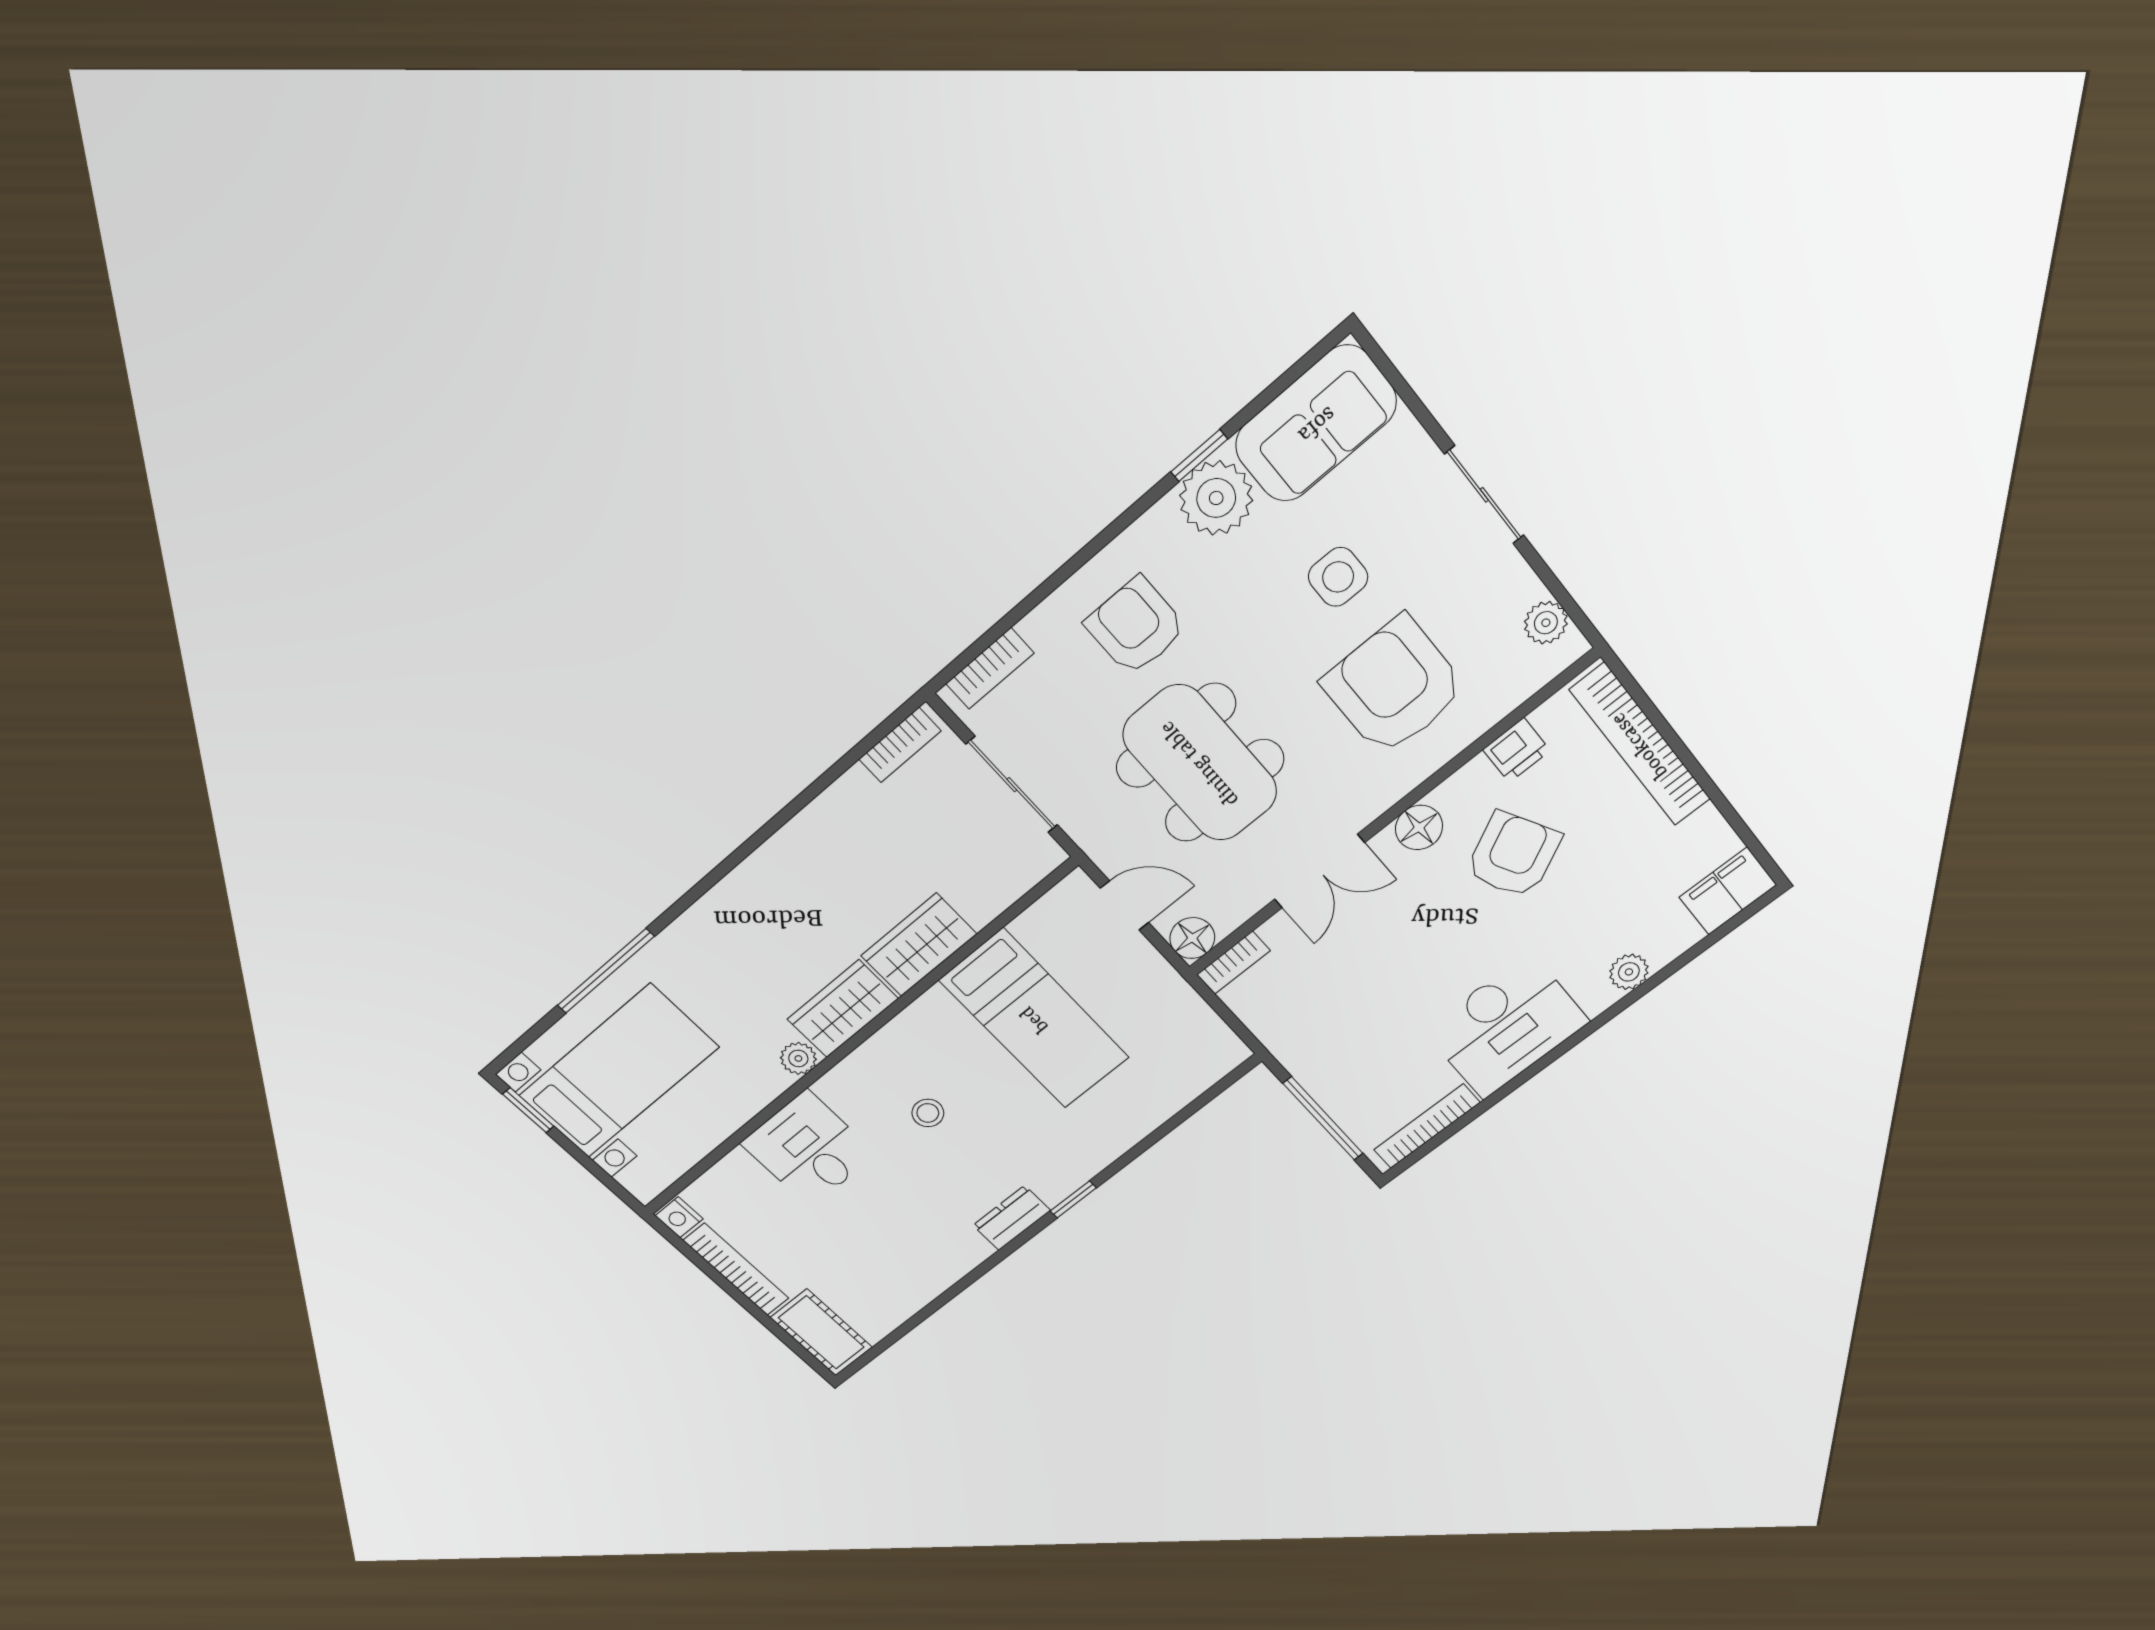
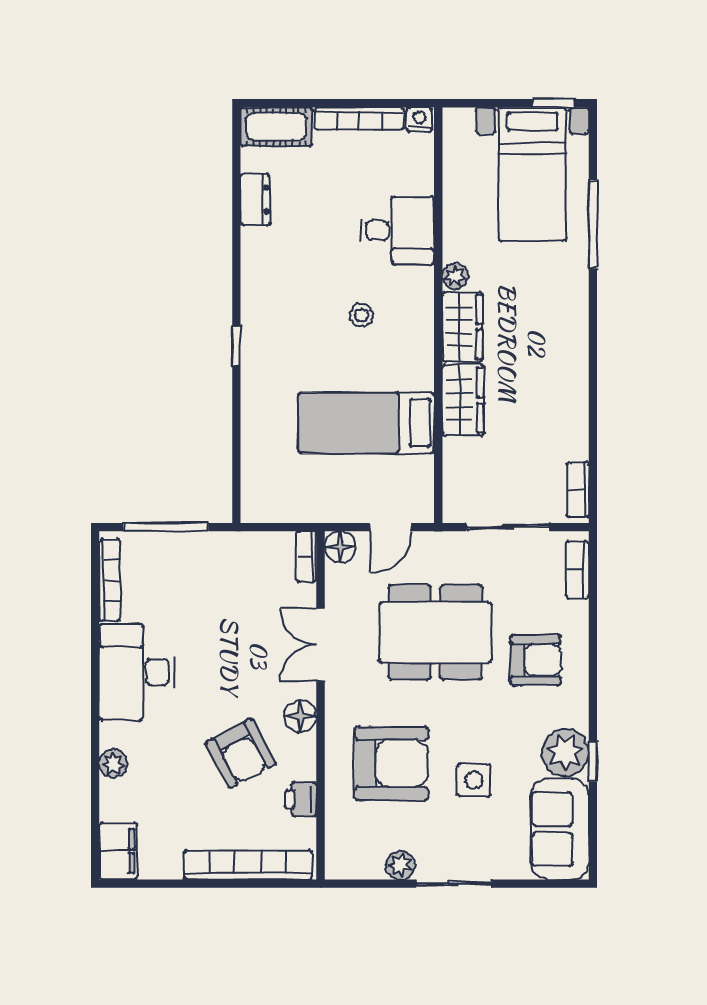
plant: (1546, 623) -> (400, 865), moved
dresser: (1012, 1218) -> (255, 200), moved

